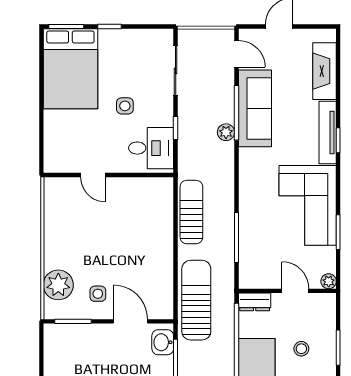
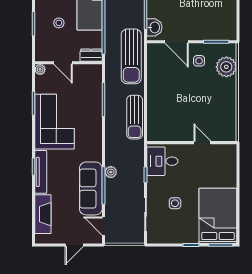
side table: (125, 106) -> (175, 203), moved

